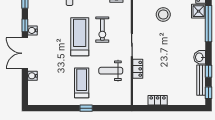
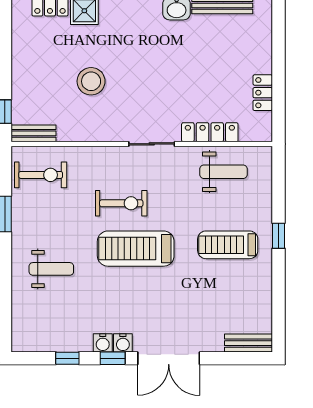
locker: (138, 69) -> (210, 132), width x1.53
weight bench: (111, 71) -> (223, 172), moved, turned -90
water cooler: (33, 76) -> (103, 343), moved
bench: (32, 93) -> (249, 343), added

